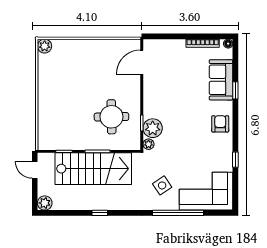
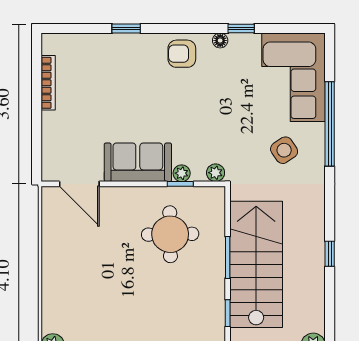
floor lamp: (228, 44) -> (220, 41), moved
sofa: (221, 80) -> (138, 162), moved, turned 180
plant: (153, 128) -> (182, 173), width x0.53, depth x0.53

